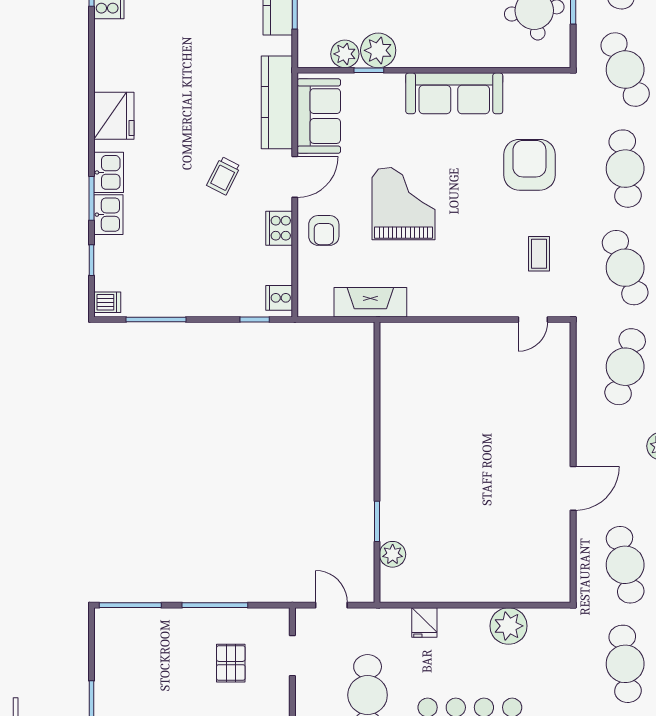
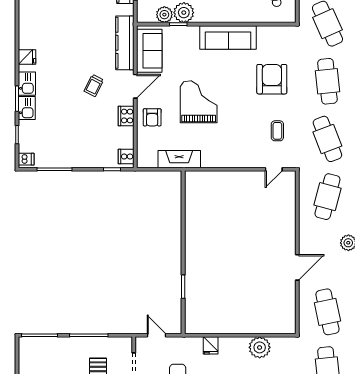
fridge: (114, 116) -> (27, 57), width x0.53, depth x0.75
plant: (393, 554) -> (192, 306), removed

